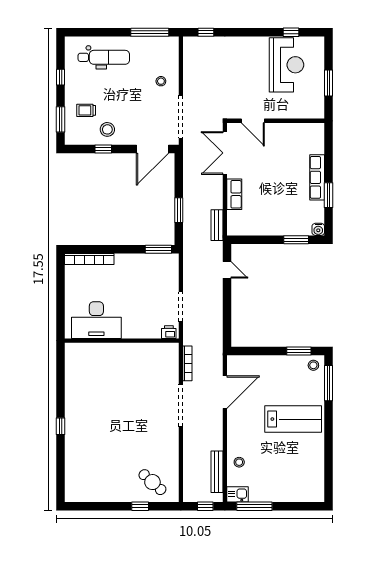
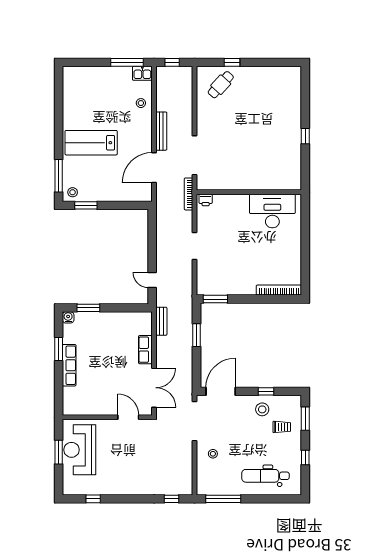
reception desk: (286, 65) -> (80, 450), moved
desk: (96, 320) -> (272, 211), moved
printer: (169, 332) -> (206, 200), moved
wall: (122, 341) -> (249, 192), moved
bench: (217, 472) -> (161, 131), moved
cafe table: (152, 482) -> (221, 85), turned 90

